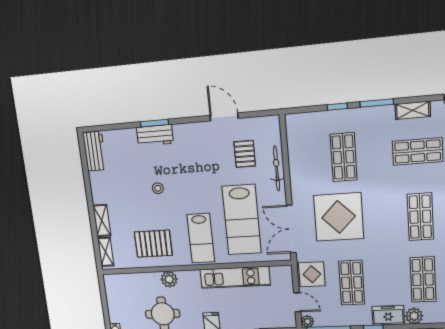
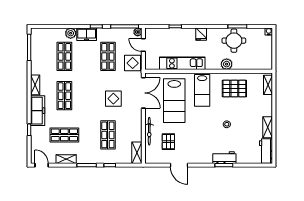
shelving: (294, 132) -> (137, 153), added
display table: (339, 217) -> (113, 99), width x0.54, depth x0.54
shelving: (102, 220) -> (268, 127), moved
lab bench: (242, 220) -> (174, 101), turned 180
lab bench: (201, 238) -> (202, 90), turned 180

